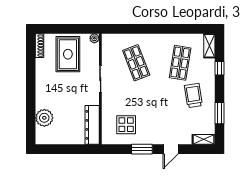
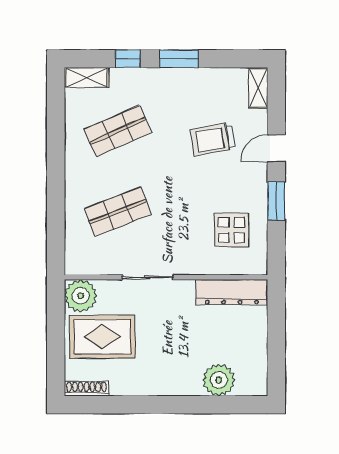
plant: (94, 38) -> (81, 296), width x1.88, depth x1.88
shop shelf: (180, 63) -> (118, 131), turned -33
trolley: (193, 95) -> (213, 139), moved
window: (219, 113) -> (179, 59), moved
door: (171, 149) -> (276, 148), swing flipped

